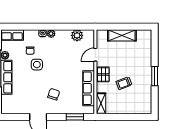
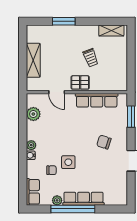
window: (155, 76) -> (64, 21), moved
shelving: (101, 103) -> (111, 30), moved

